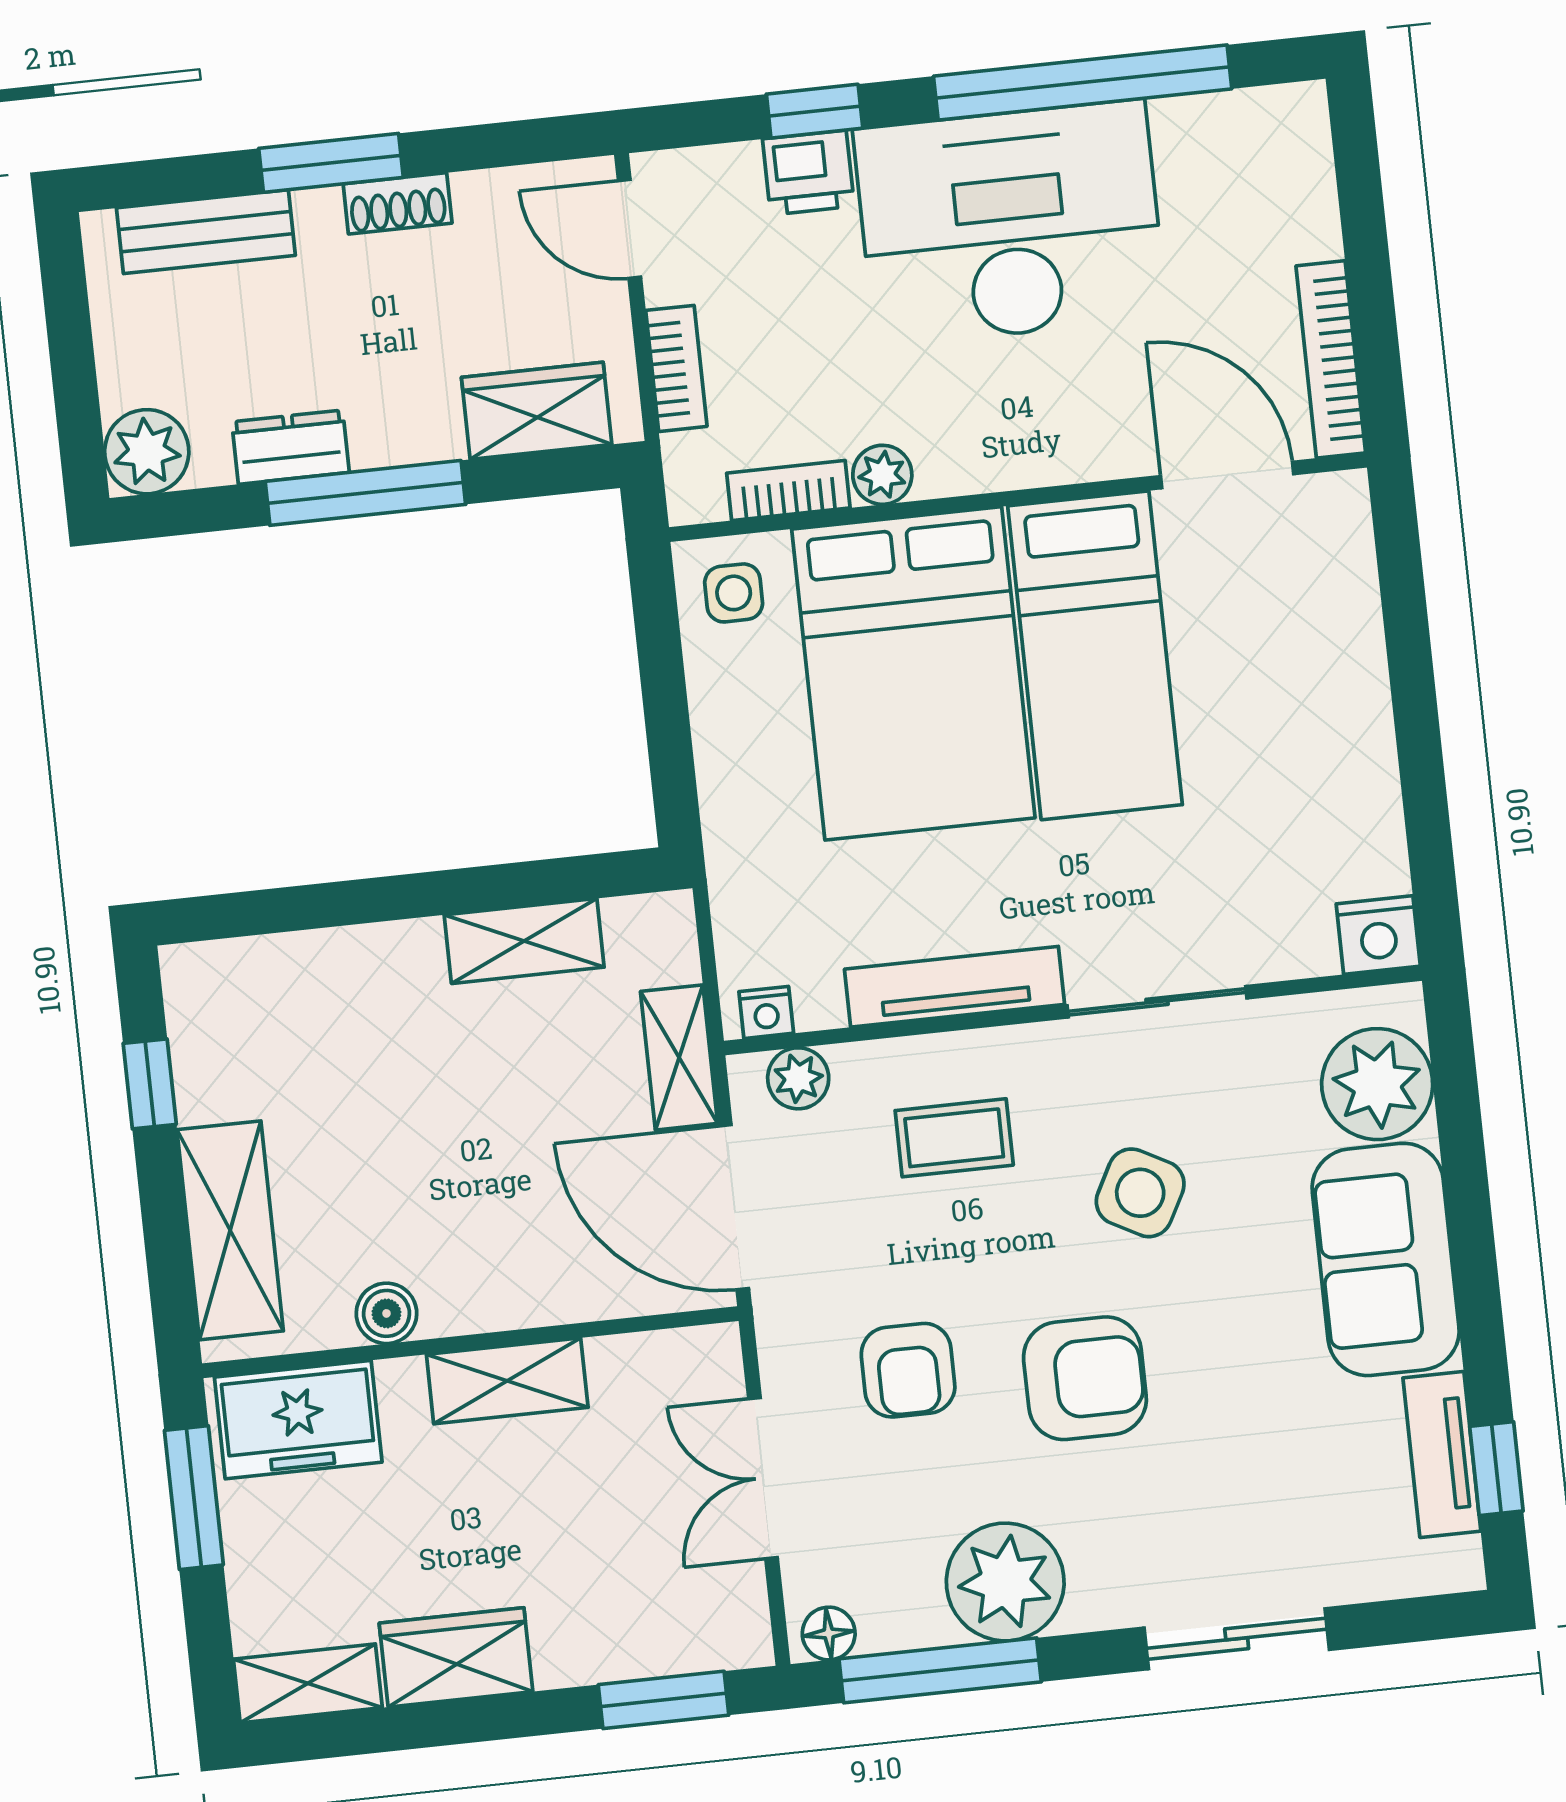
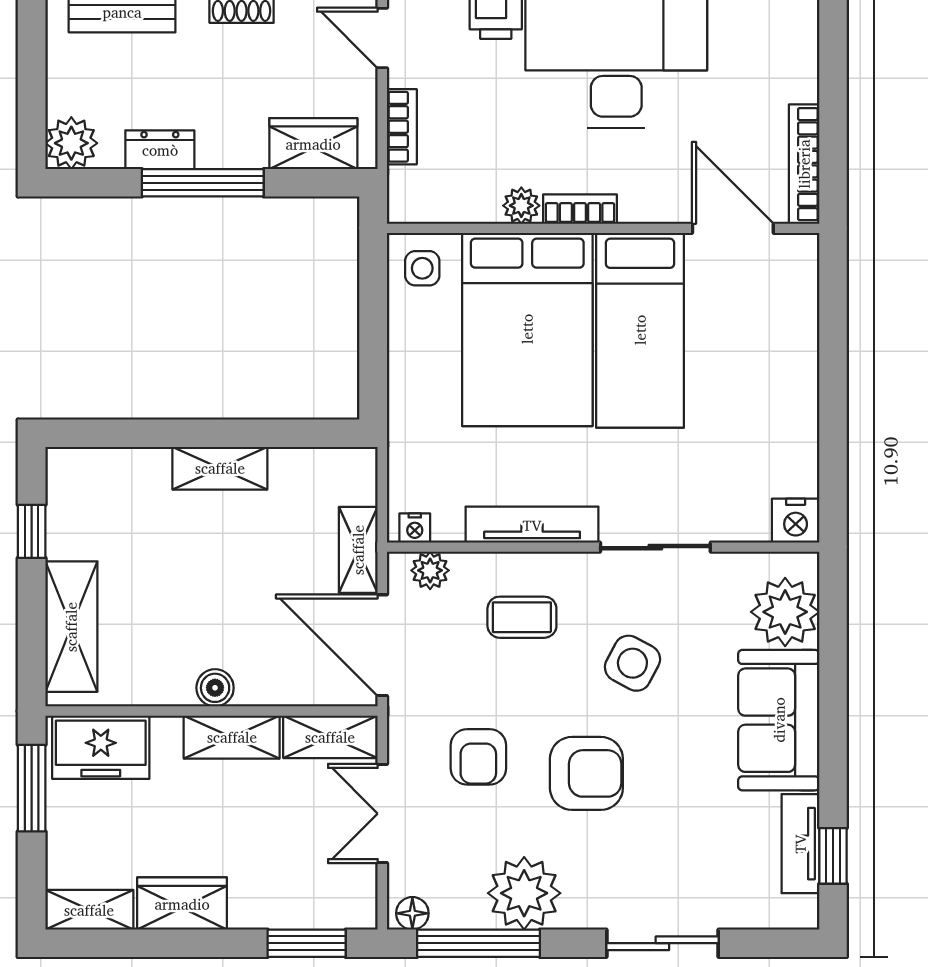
bookcase: (788, 491) -> (580, 209), moved
shelving: (524, 941) -> (220, 468), moved
boiler: (386, 1313) -> (215, 688), moved
shelving: (666, 1363) -> (330, 737), added

